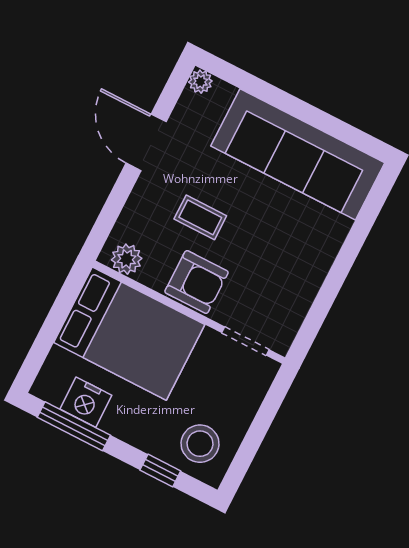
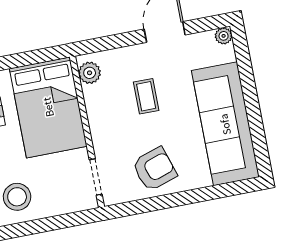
armchair: (197, 282) -> (154, 169), moved, turned -108

